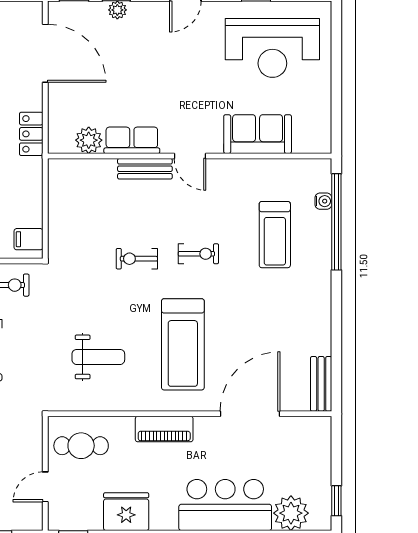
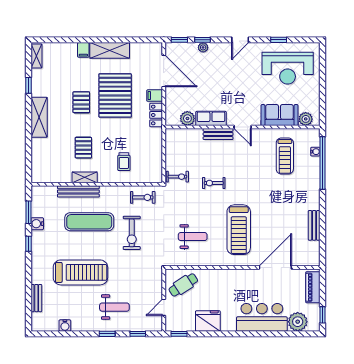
plant: (306, 141) -> (306, 119), added
treadmill: (275, 235) -> (285, 156), moved
filing cabinet: (29, 239) -> (155, 96), moved
exercise bike: (198, 254) -> (177, 177), moved
bench: (321, 384) -> (314, 225), moved
piano: (164, 429) -> (313, 287), moved, turned 90
cafe table: (81, 446) -> (183, 285), turned -33

